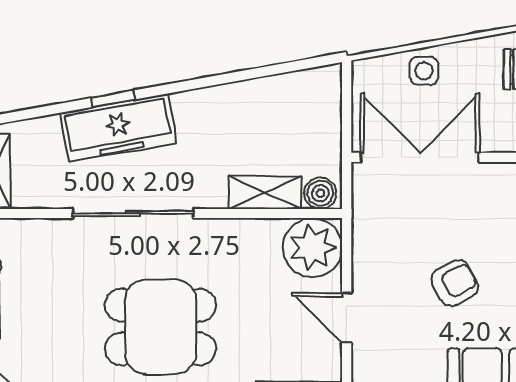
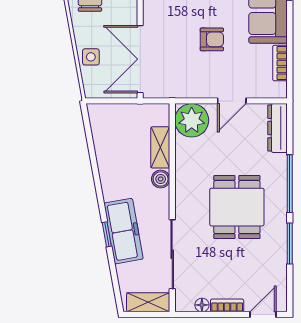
boiler: (320, 193) -> (161, 179), moved
sliding door: (133, 213) -> (172, 254), moved
armchair: (455, 283) -> (212, 39), turned 118

